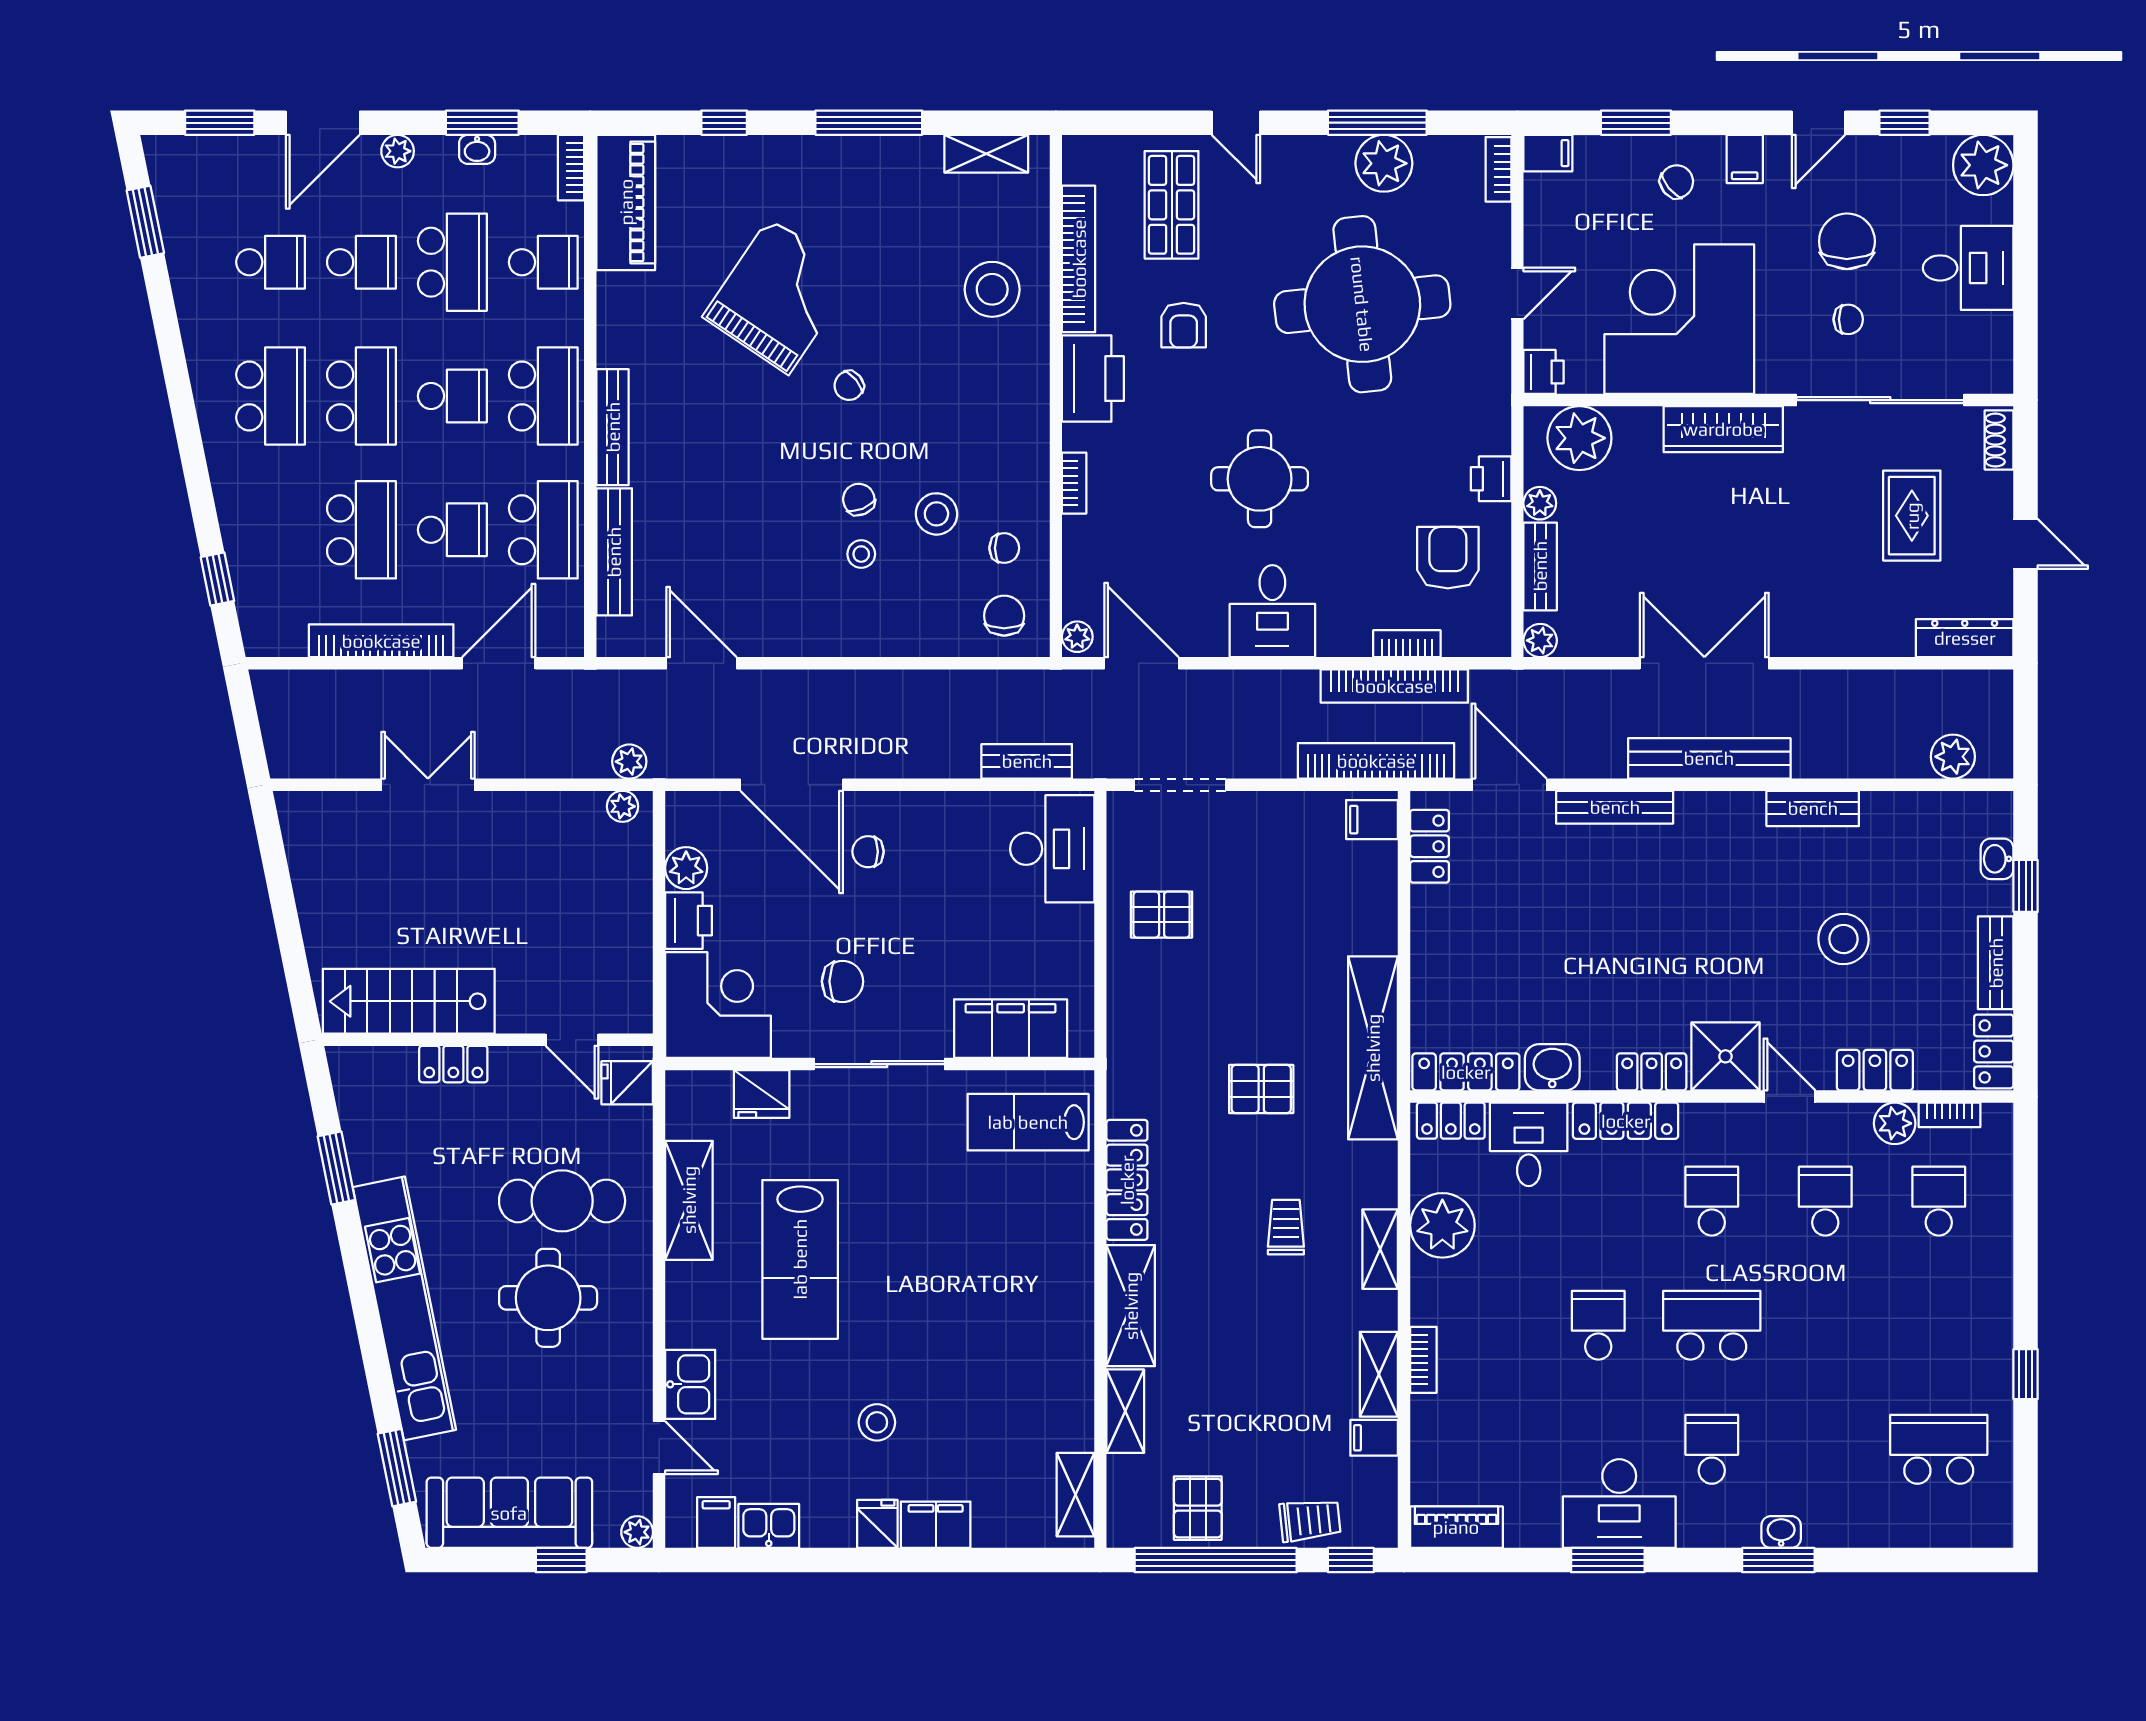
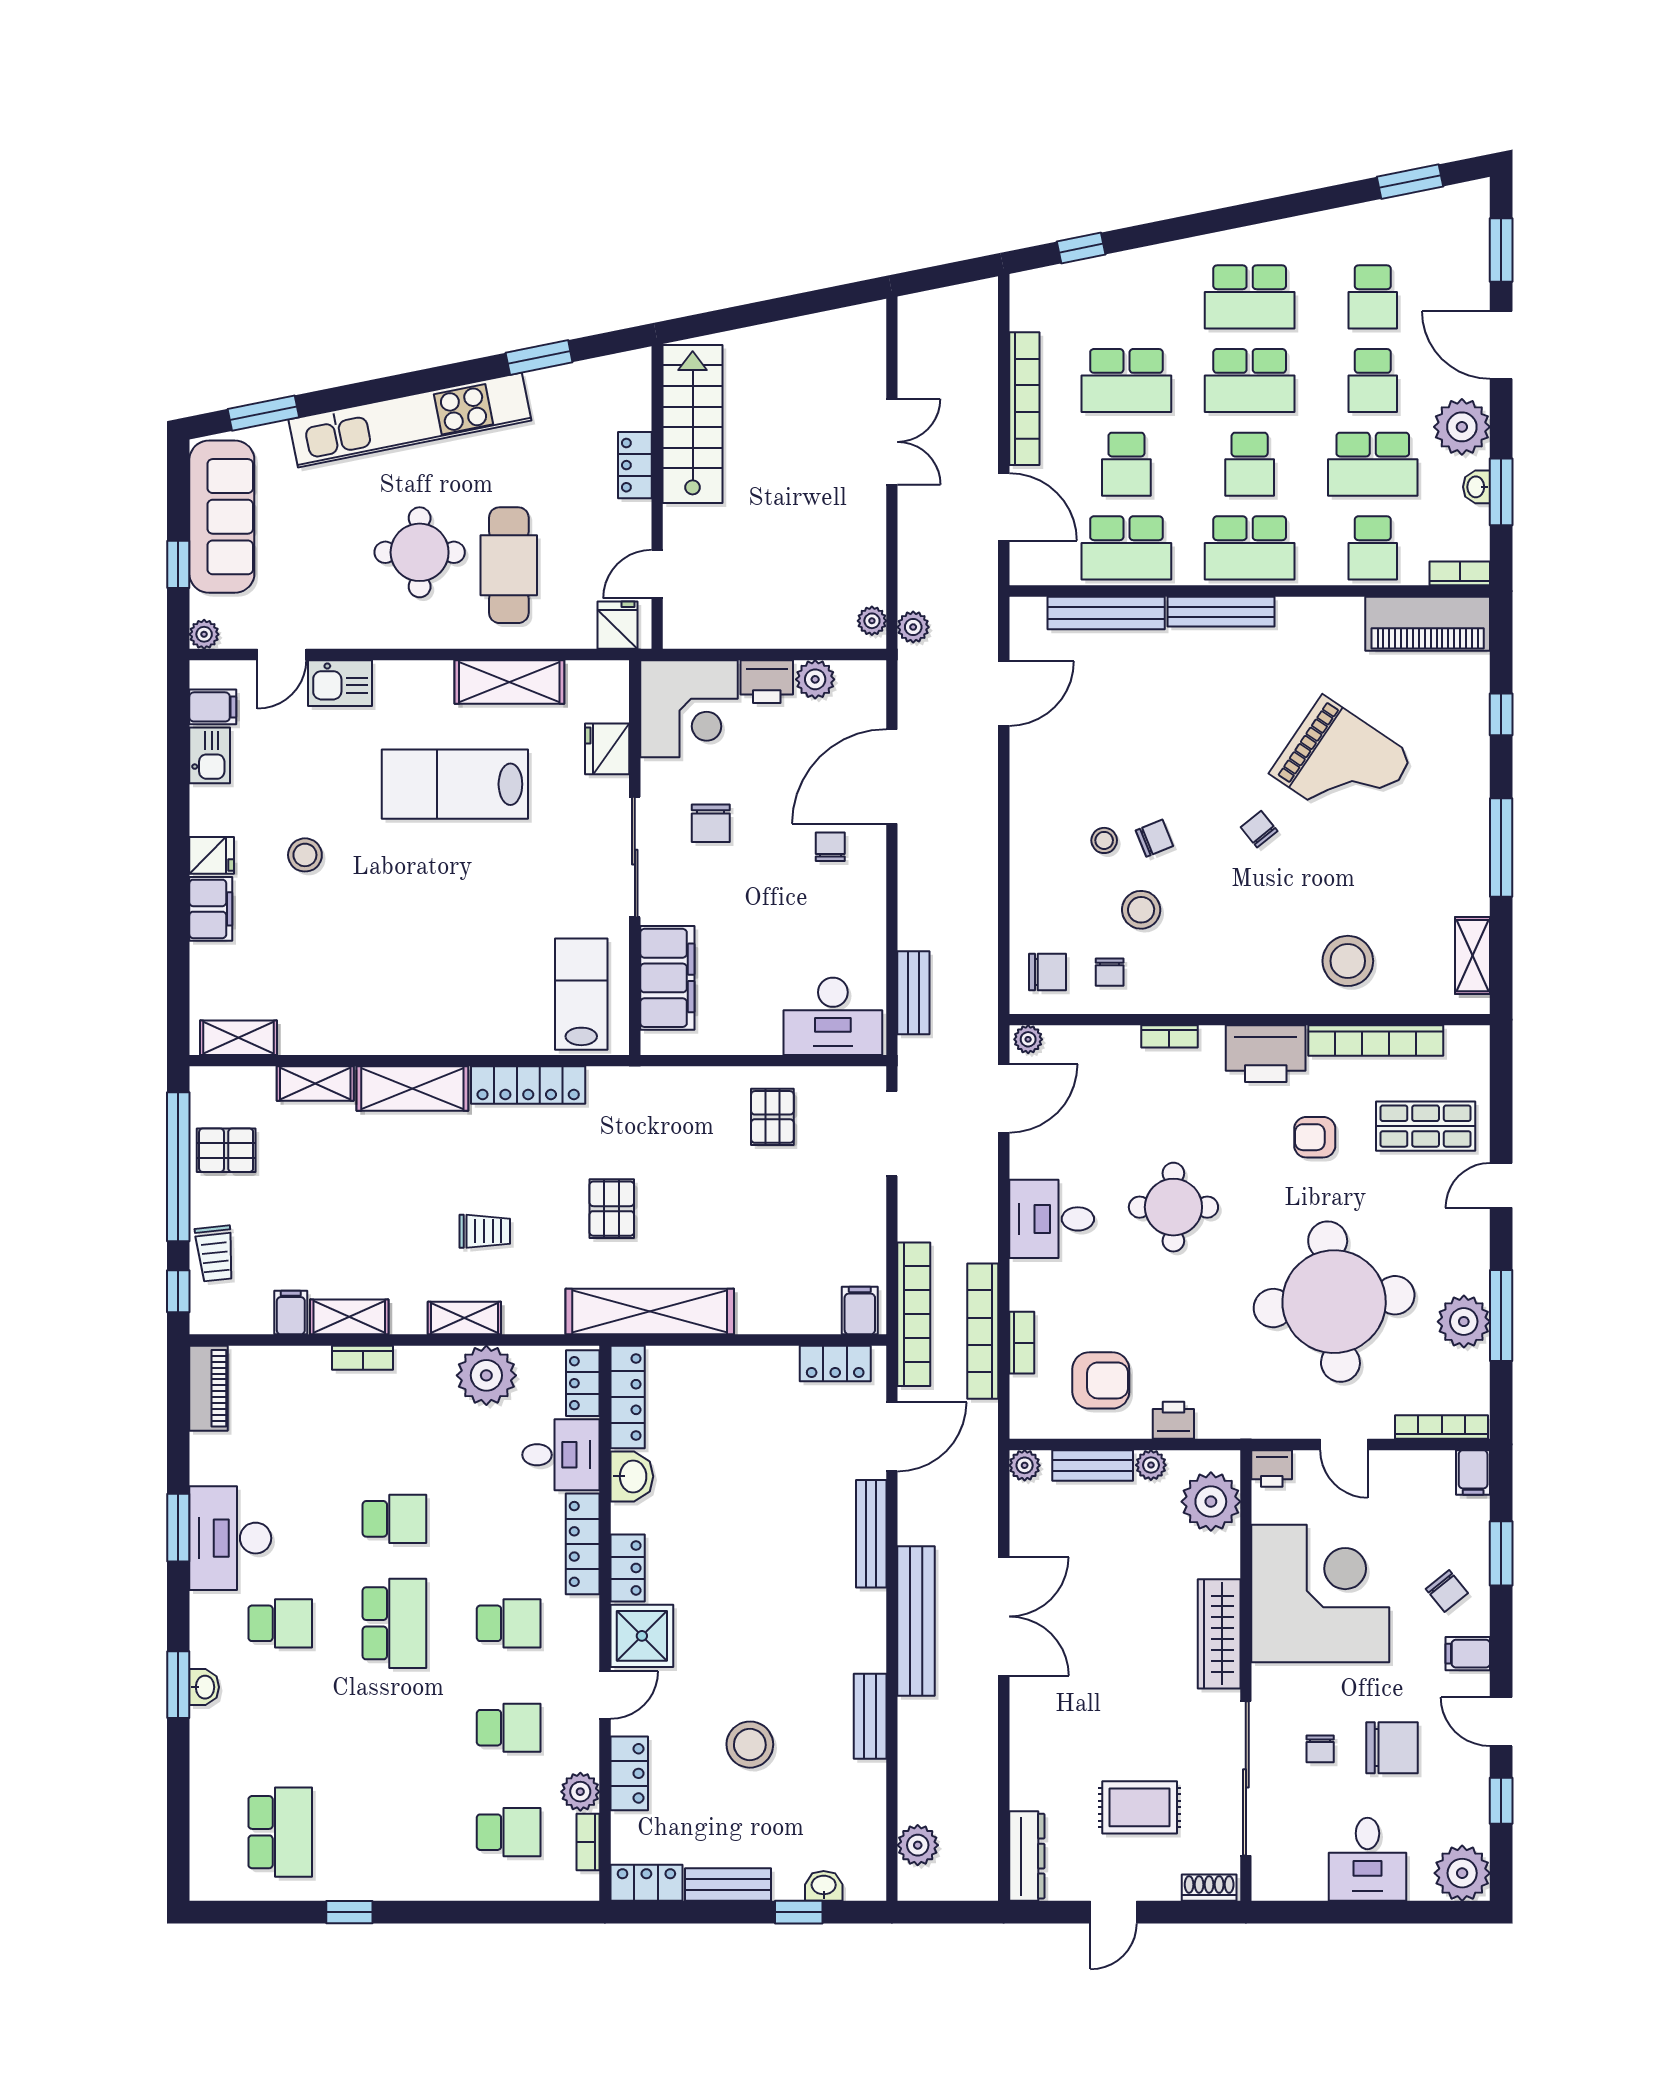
plant: (398, 151) -> (1462, 427), width x1.87, depth x1.87
bookcase: (1498, 169) -> (1442, 1427), width x1.56

